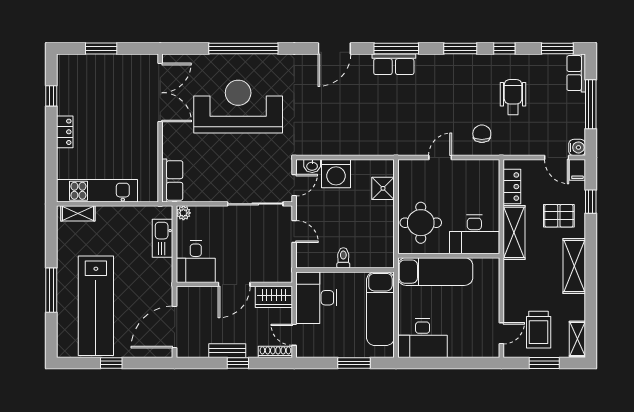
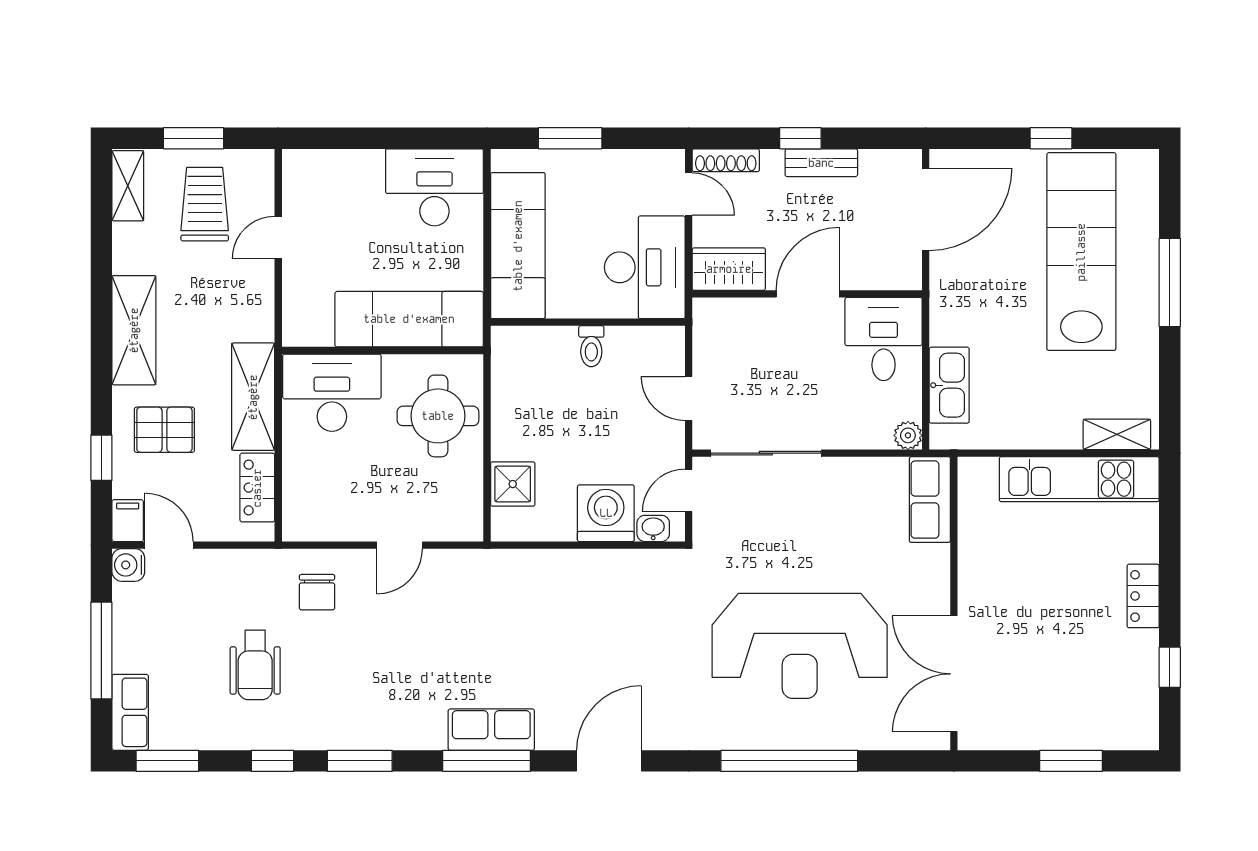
door: (501, 333) -> (278, 237), moved

